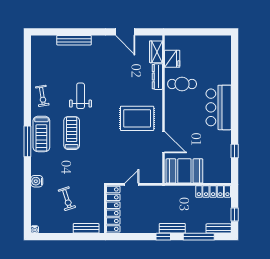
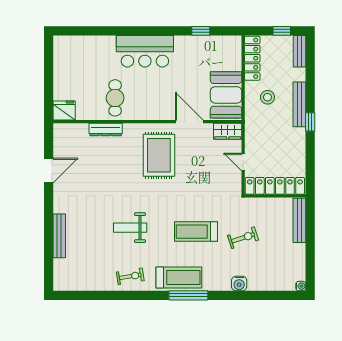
wardrobe: (156, 52) -> (228, 131), moved
fridge: (172, 59) -> (64, 111), moved
treadmill: (72, 133) -> (196, 232), moved
door: (164, 142) -> (189, 122), hinge flipped
exercise bike: (67, 199) -> (243, 238), moved
stool: (183, 203) -> (267, 97), added
bench: (86, 228) -> (299, 220), width x1.36
bench: (172, 228) -> (299, 104), width x1.36
window: (199, 237) -> (310, 77), removed

